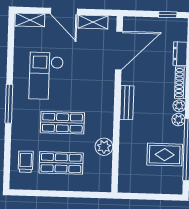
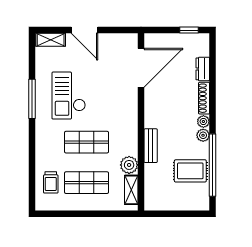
shelving: (93, 22) -> (131, 190), moved, turned 90
bench: (127, 103) -> (151, 146), moved
window: (9, 104) -> (32, 99), moved
trolley: (26, 162) -> (51, 182), turned 180

